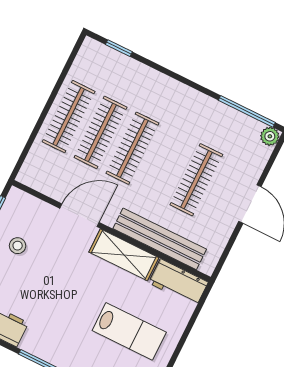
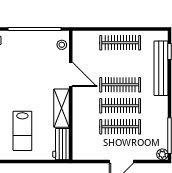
clothes rail: (101, 132) -> (120, 106), moved
bench: (160, 239) -> (161, 68), moved
stool: (18, 246) -> (62, 45), moved

